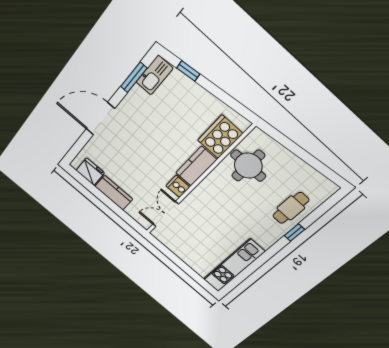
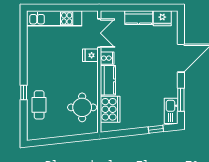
fridge: (193, 204) -> (90, 55), added
kitchen unit: (234, 265) -> (54, 18), moved, turned 90

